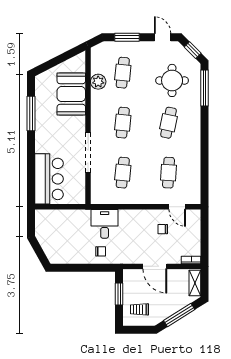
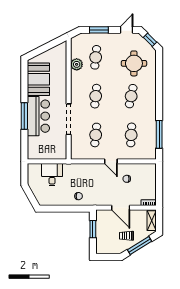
door: (163, 37) -> (127, 30), hinge flipped
window: (205, 88) -> (159, 134), moved
booth: (71, 94) -> (38, 79), moved
window: (31, 113) -> (24, 116), moved
bar counter: (49, 179) -> (38, 116), moved
door: (177, 207) -> (111, 161), moved
desk: (105, 224) -> (52, 175), moved
trolley: (139, 309) -> (127, 236), moved

